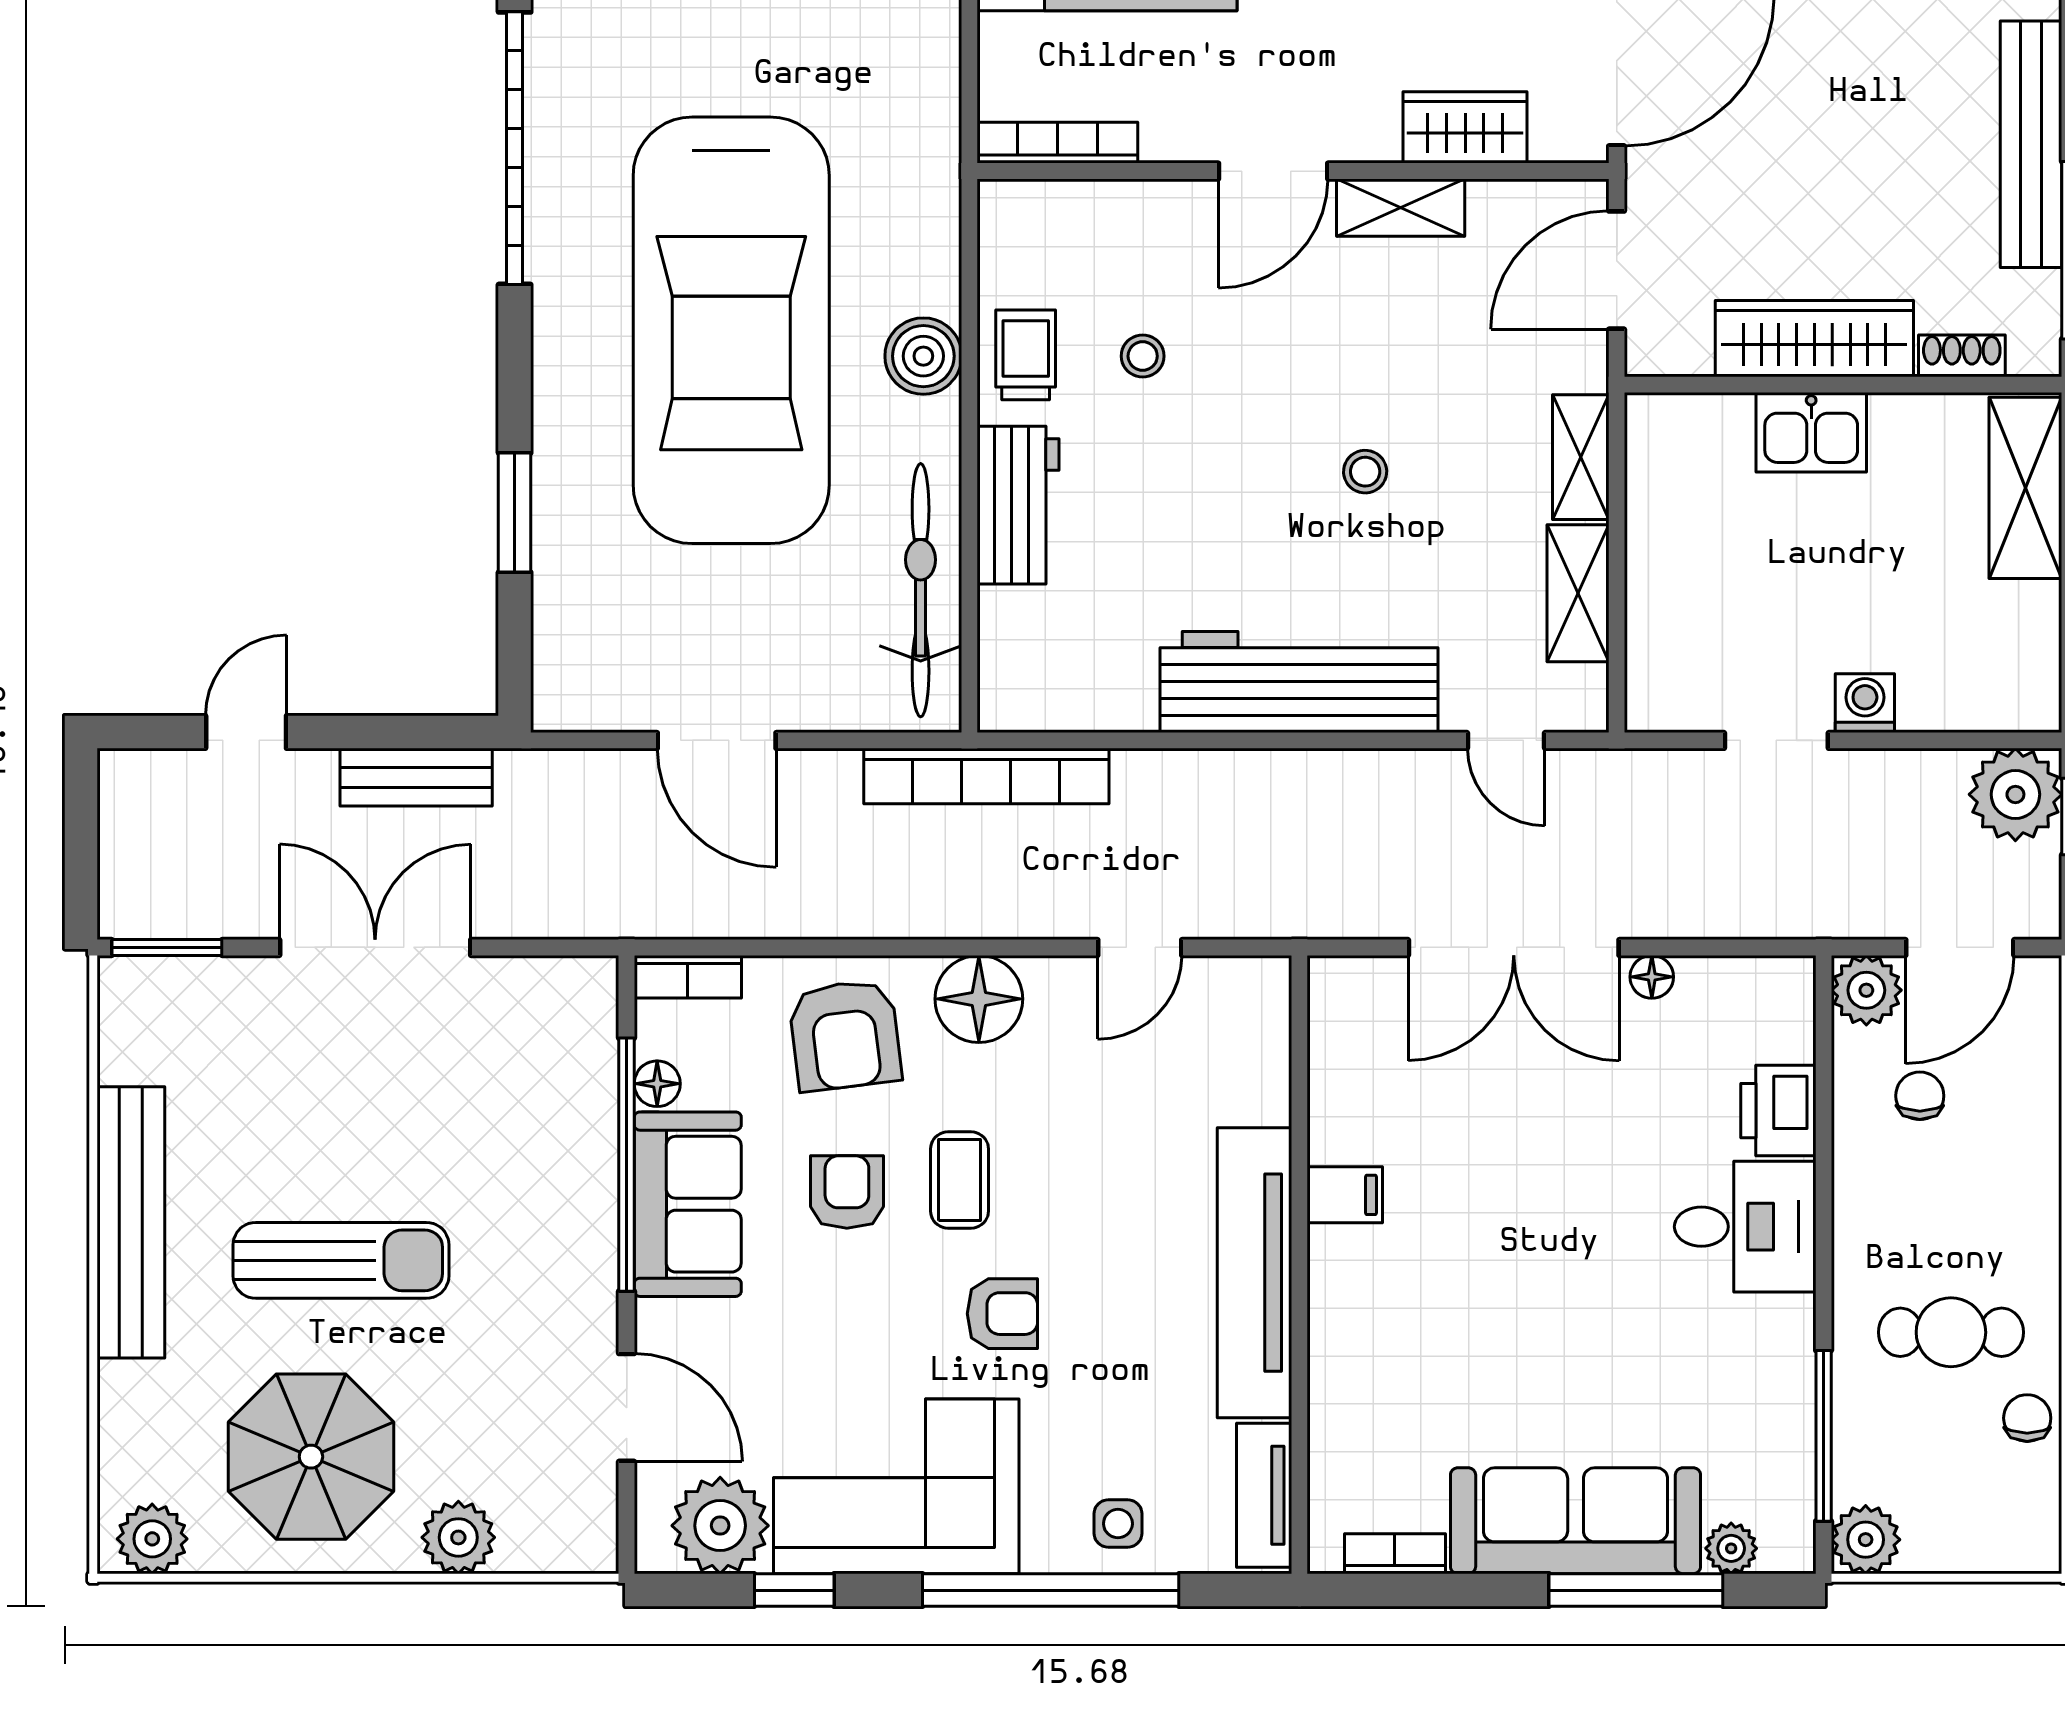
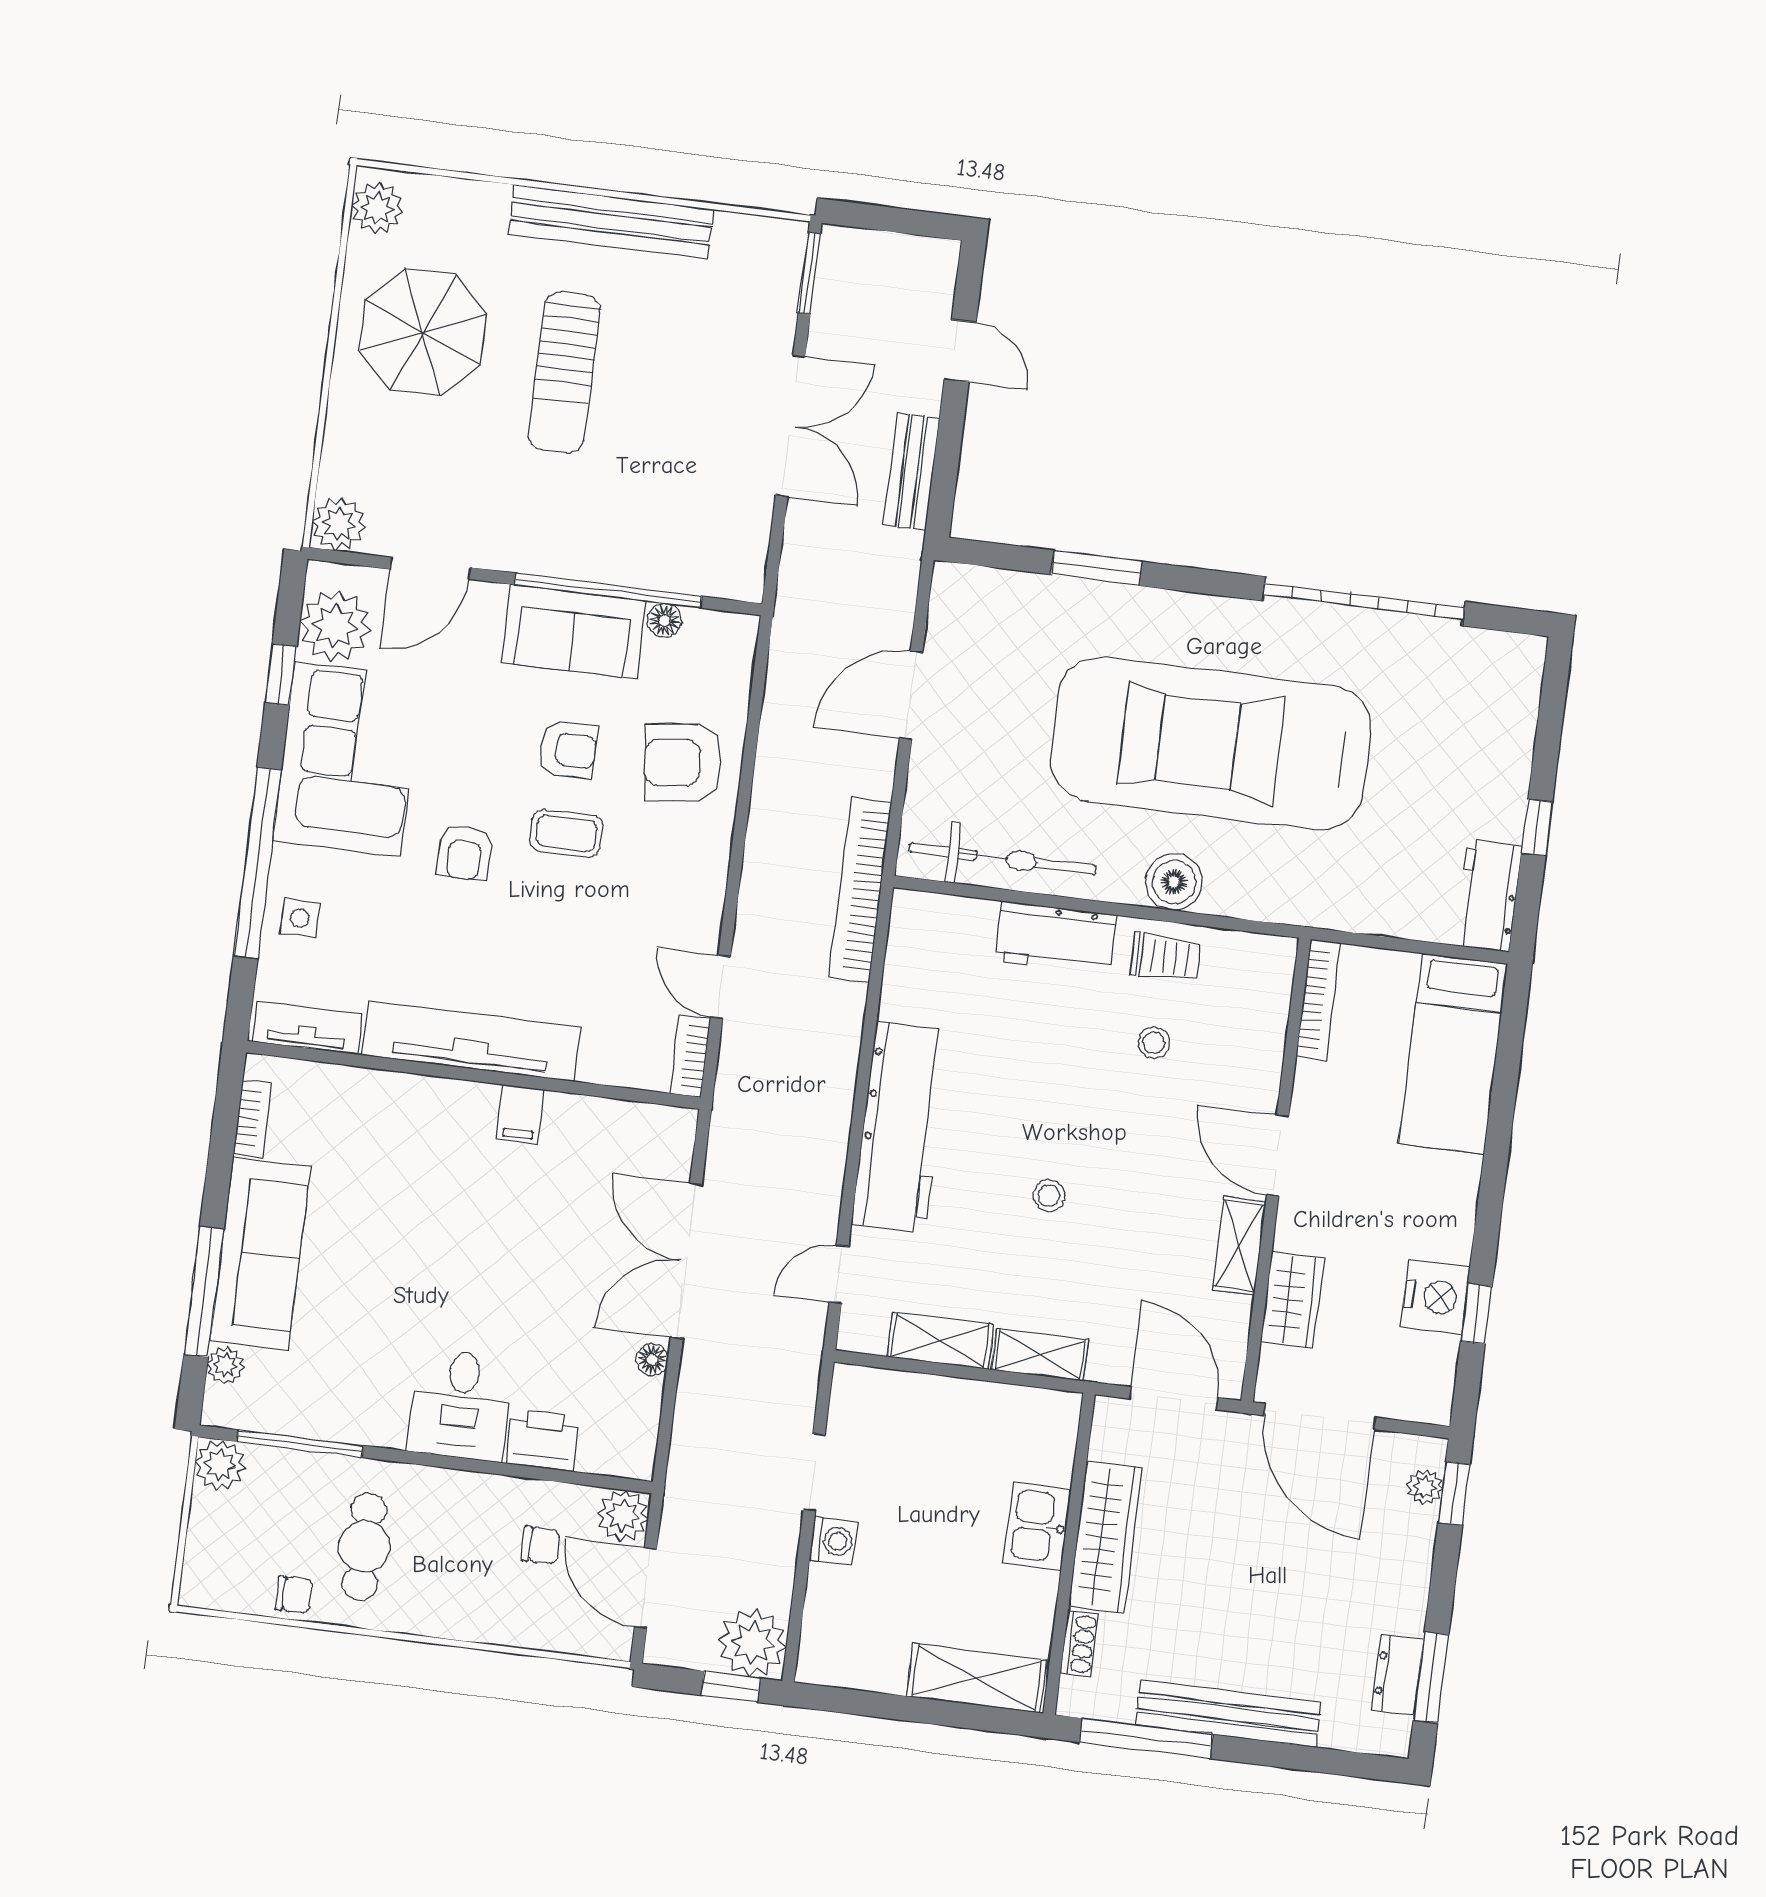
bookcase: (688, 977) -> (690, 1056), moved
floor lamp: (979, 999) -> (697, 864), removed
plant: (458, 1537) -> (339, 524), moved

